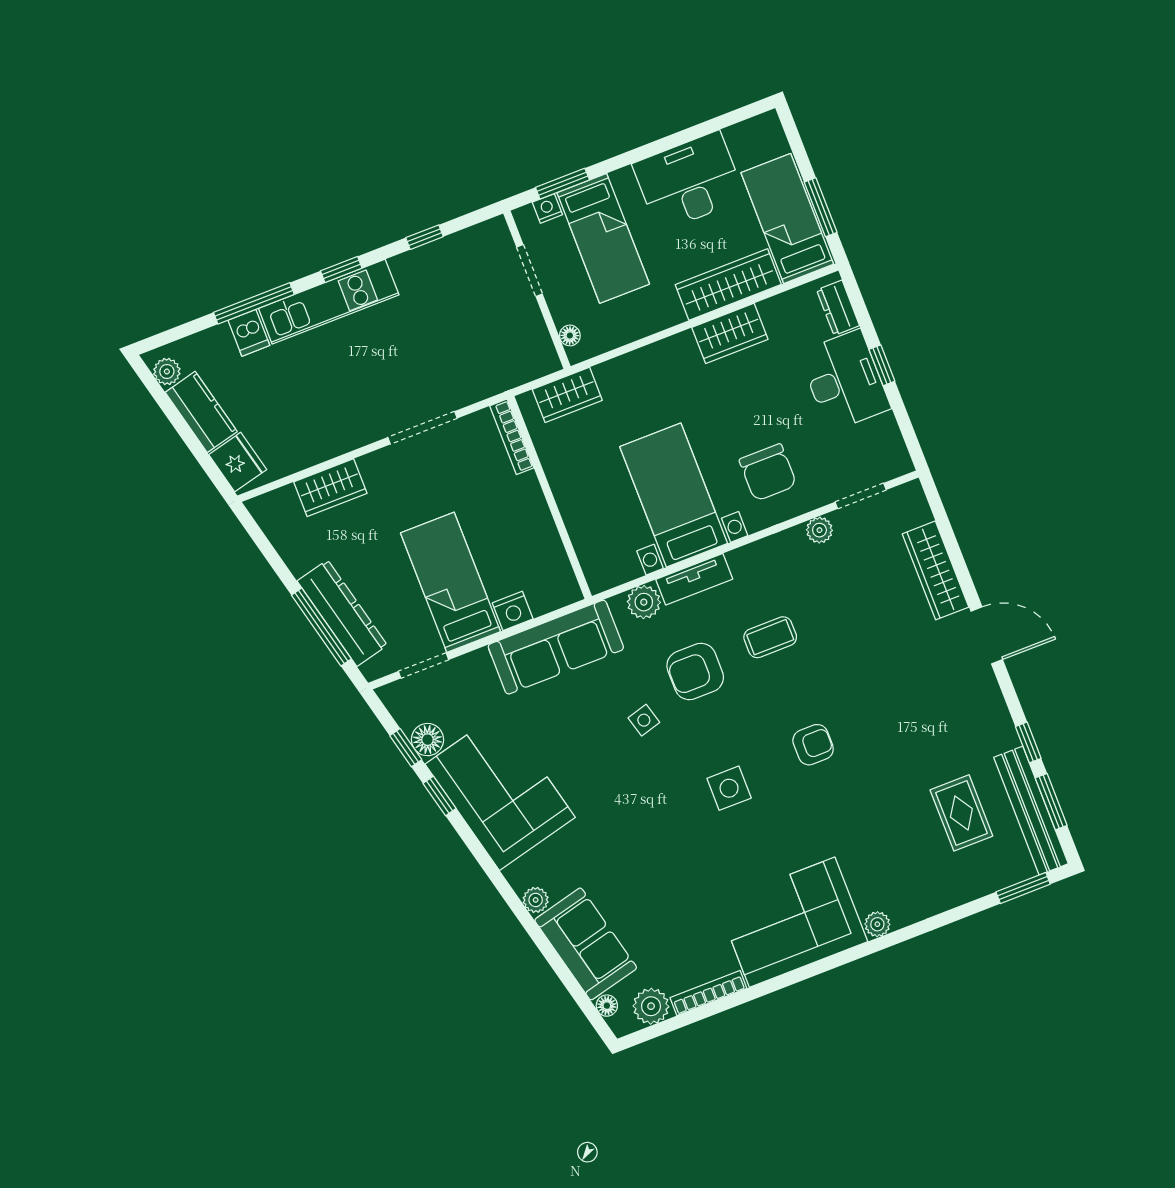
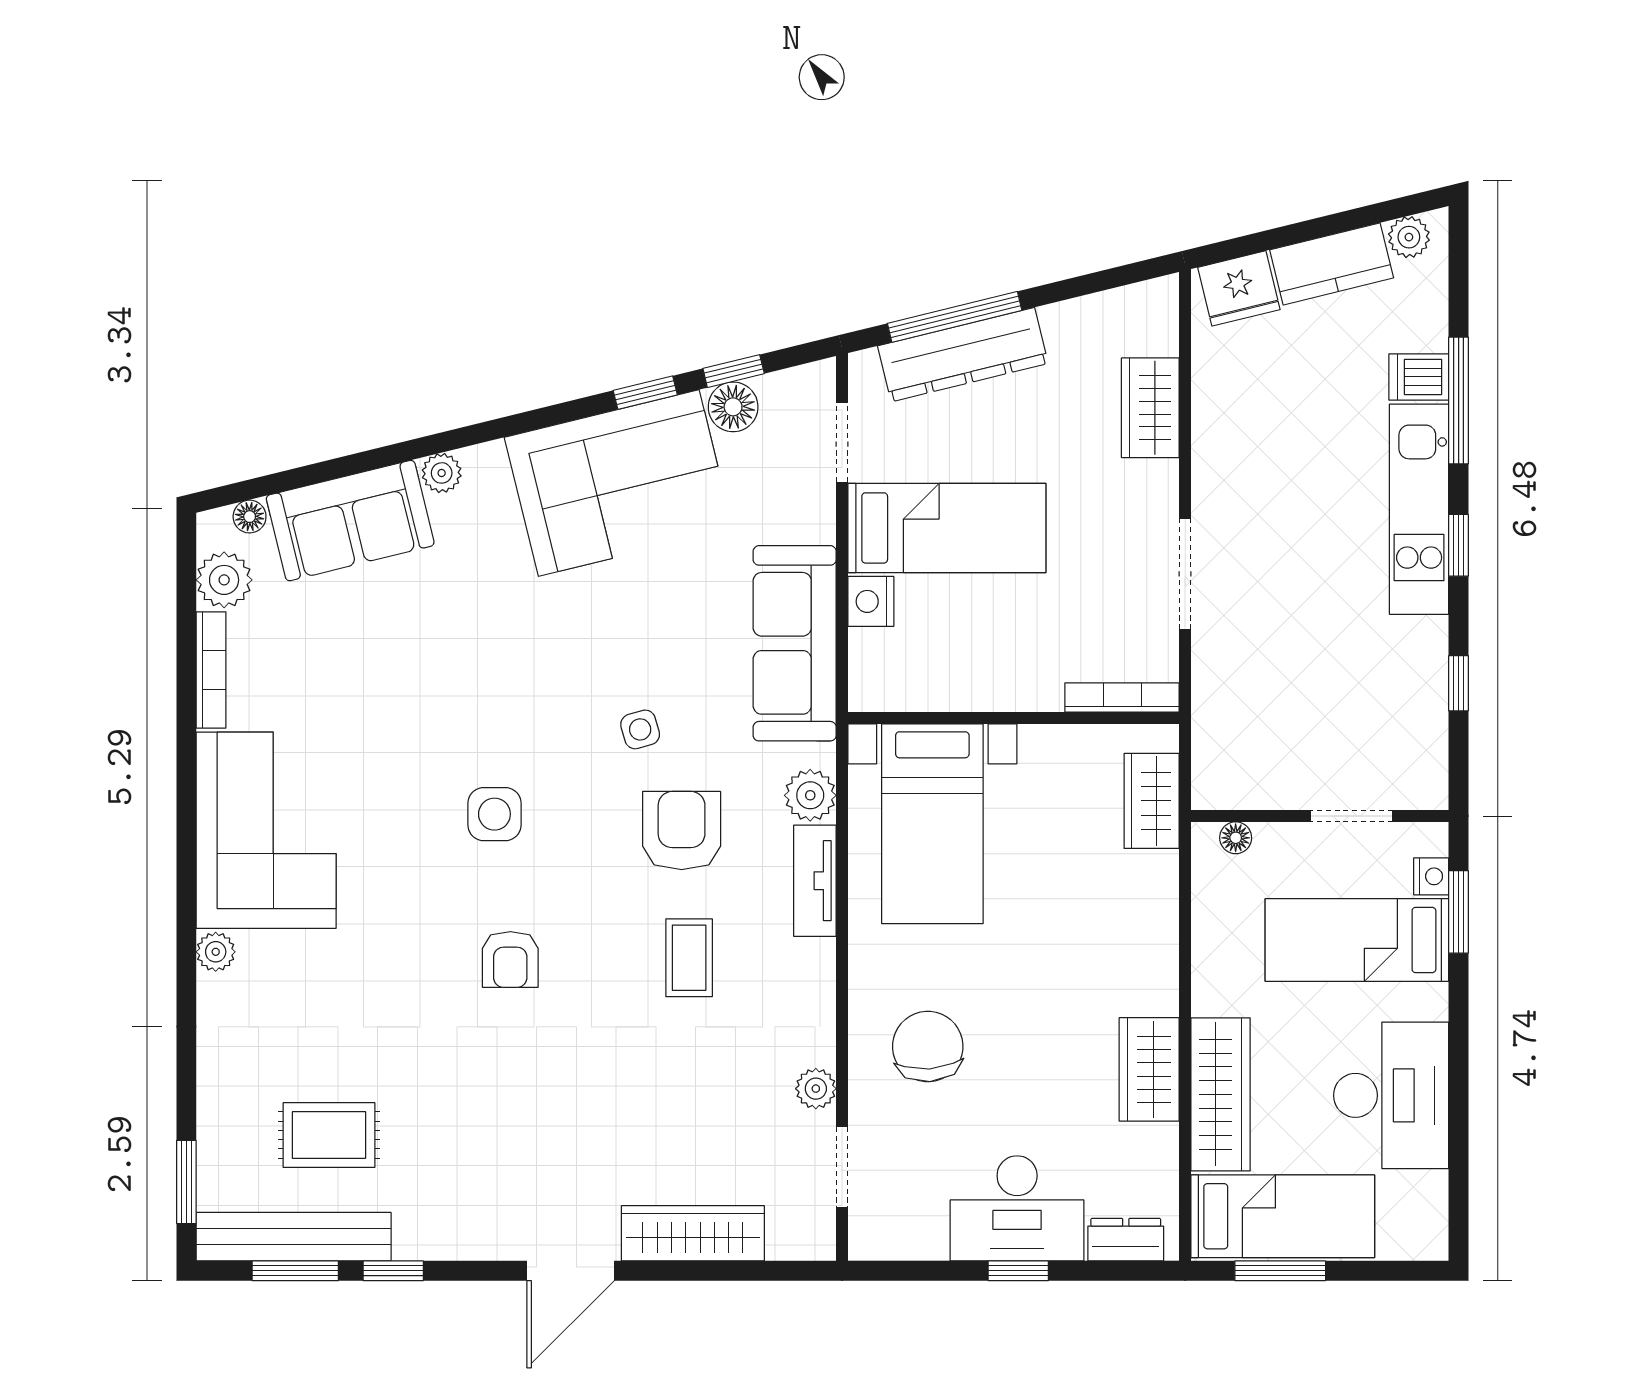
chair: (768, 472) -> (928, 1047), turned 86
bed with nightstands: (674, 495) -> (932, 824), moved, turned 90

